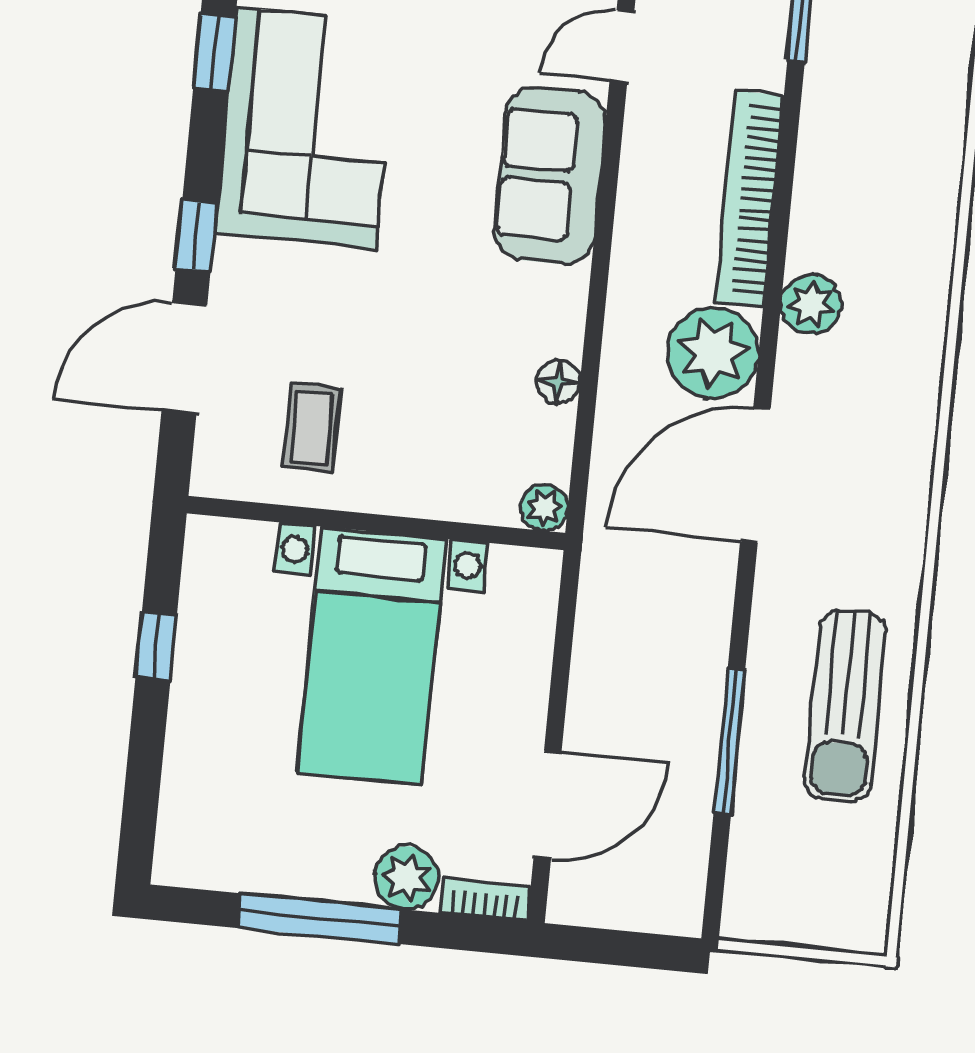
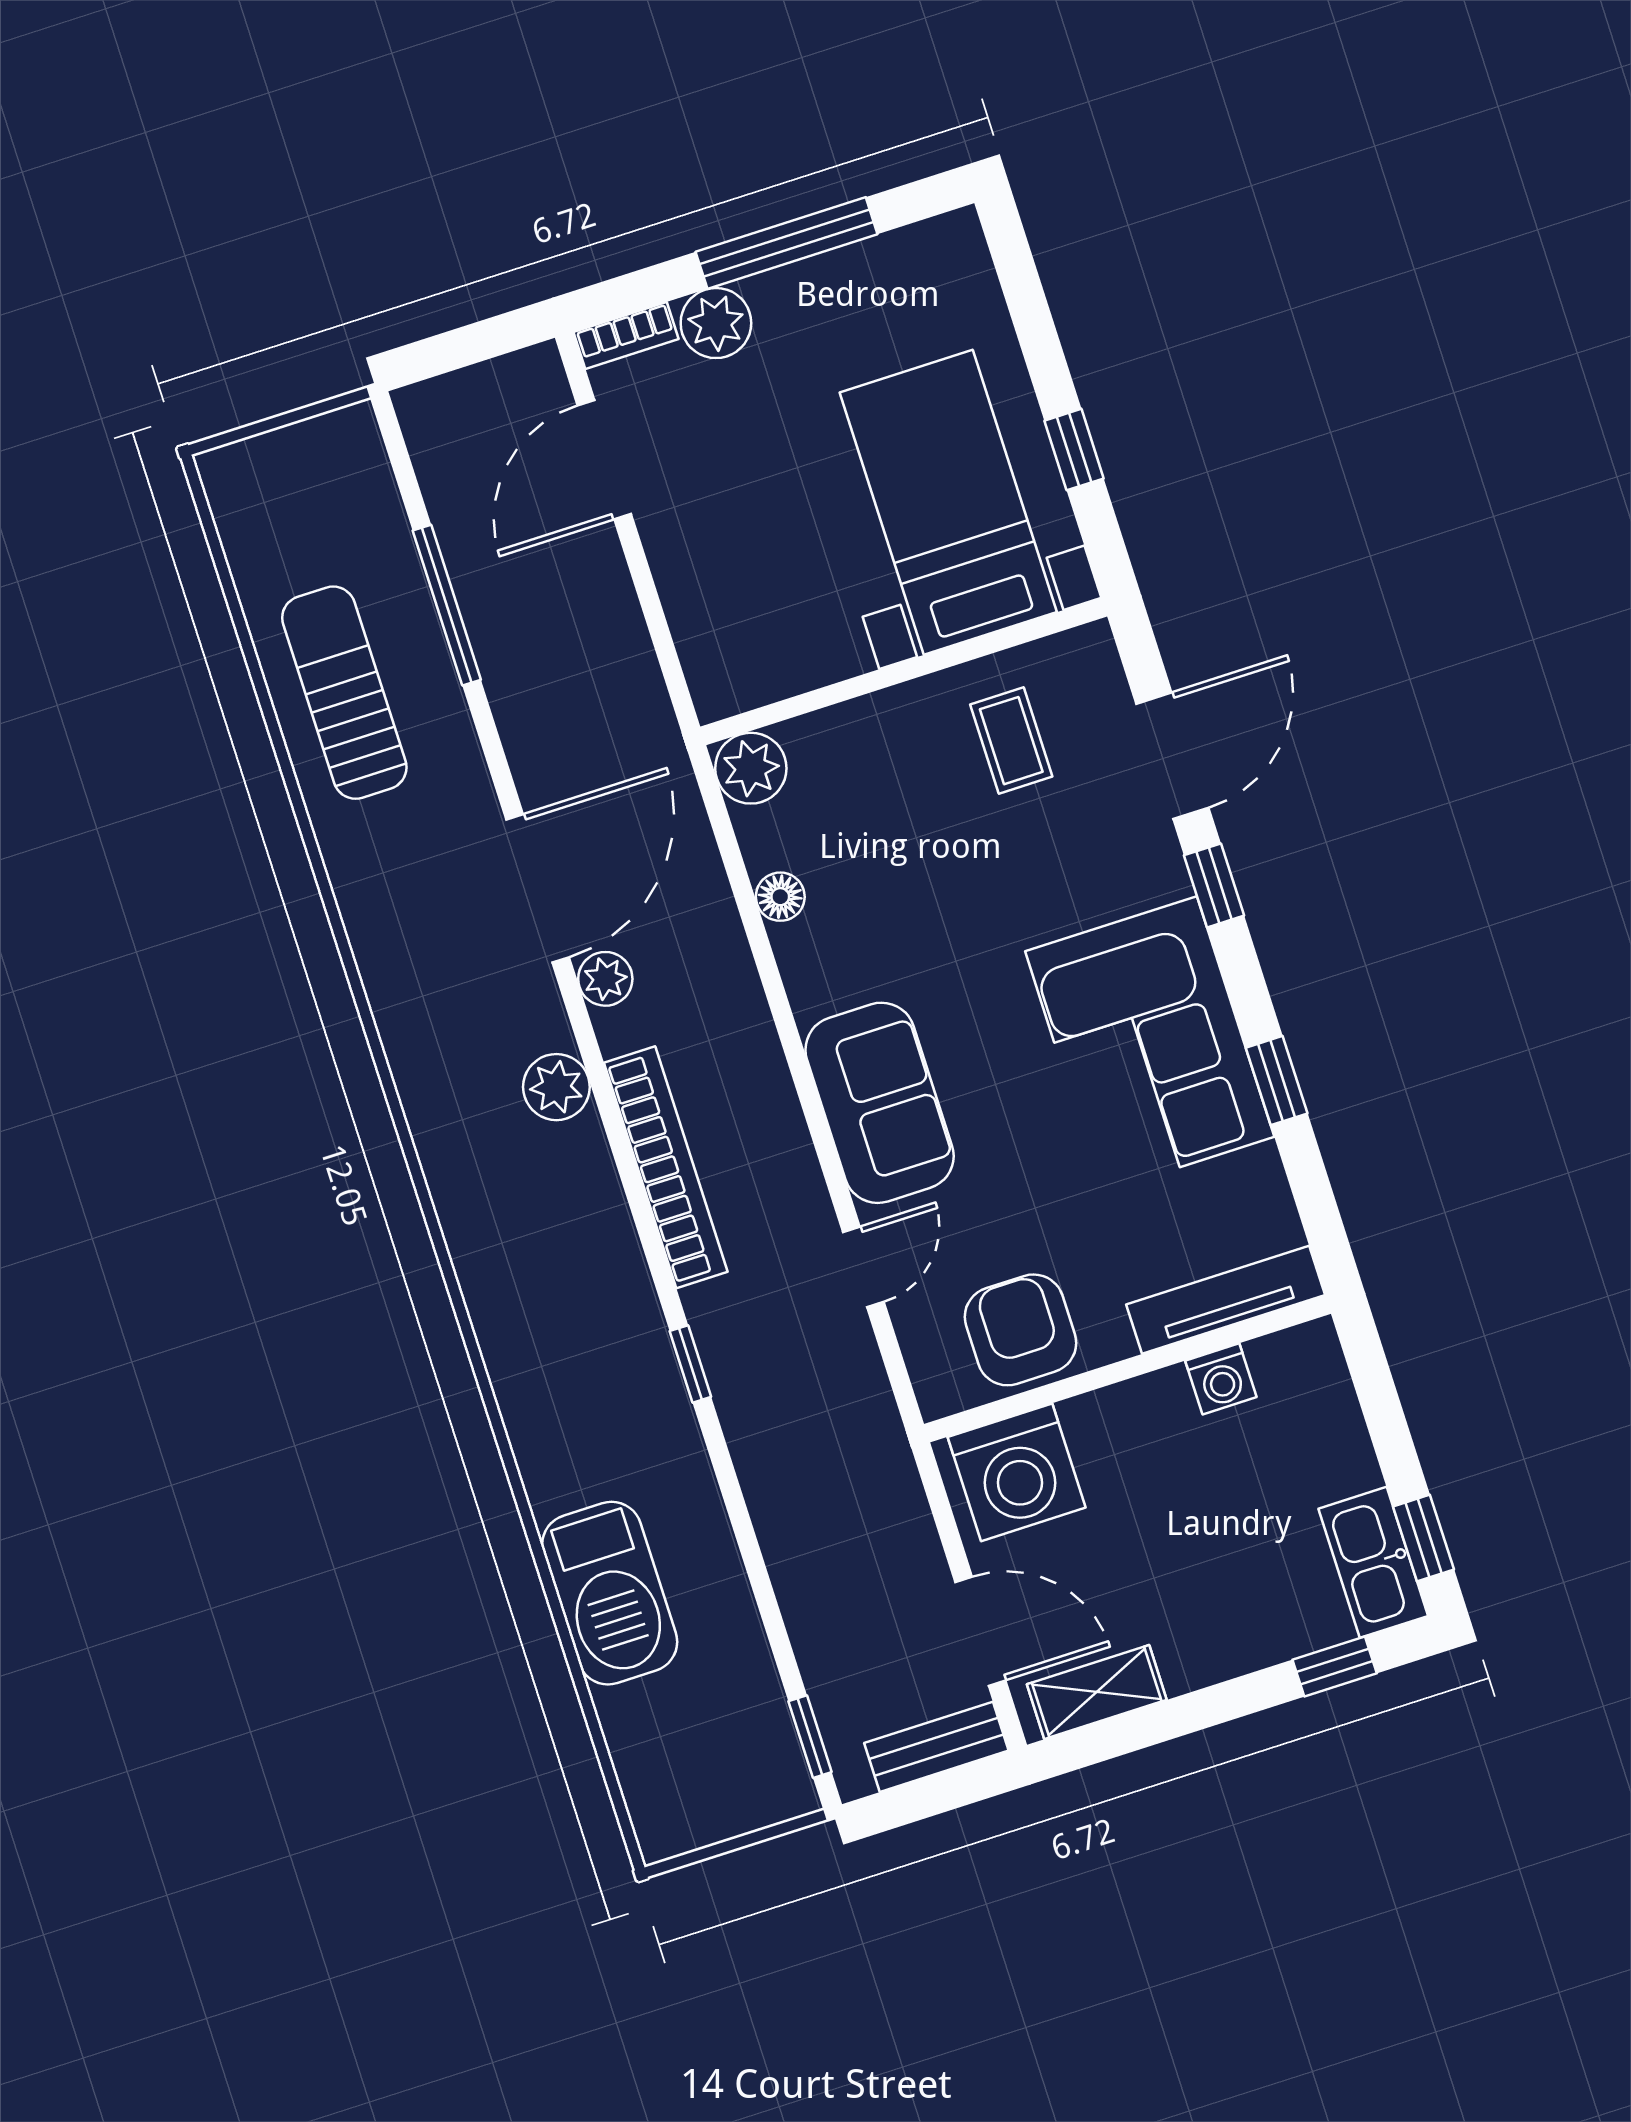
plant: (713, 353) -> (605, 979), width x0.53, depth x0.53
plant: (545, 507) -> (751, 768), width x1.38, depth x1.38
bed with nightstands: (372, 656) -> (948, 502), moved

